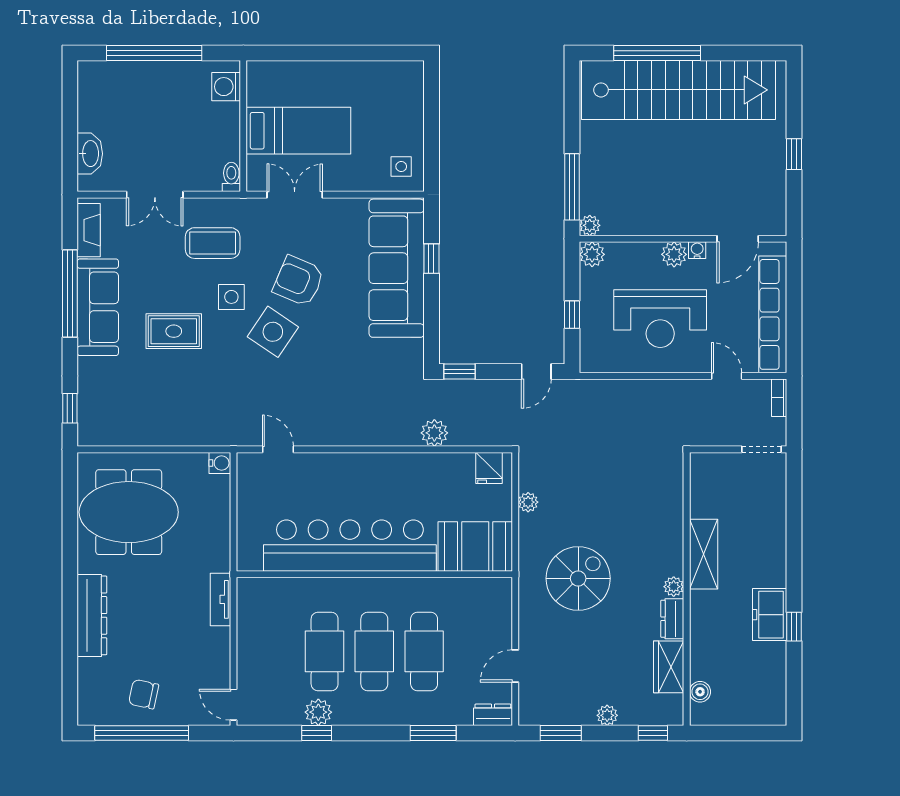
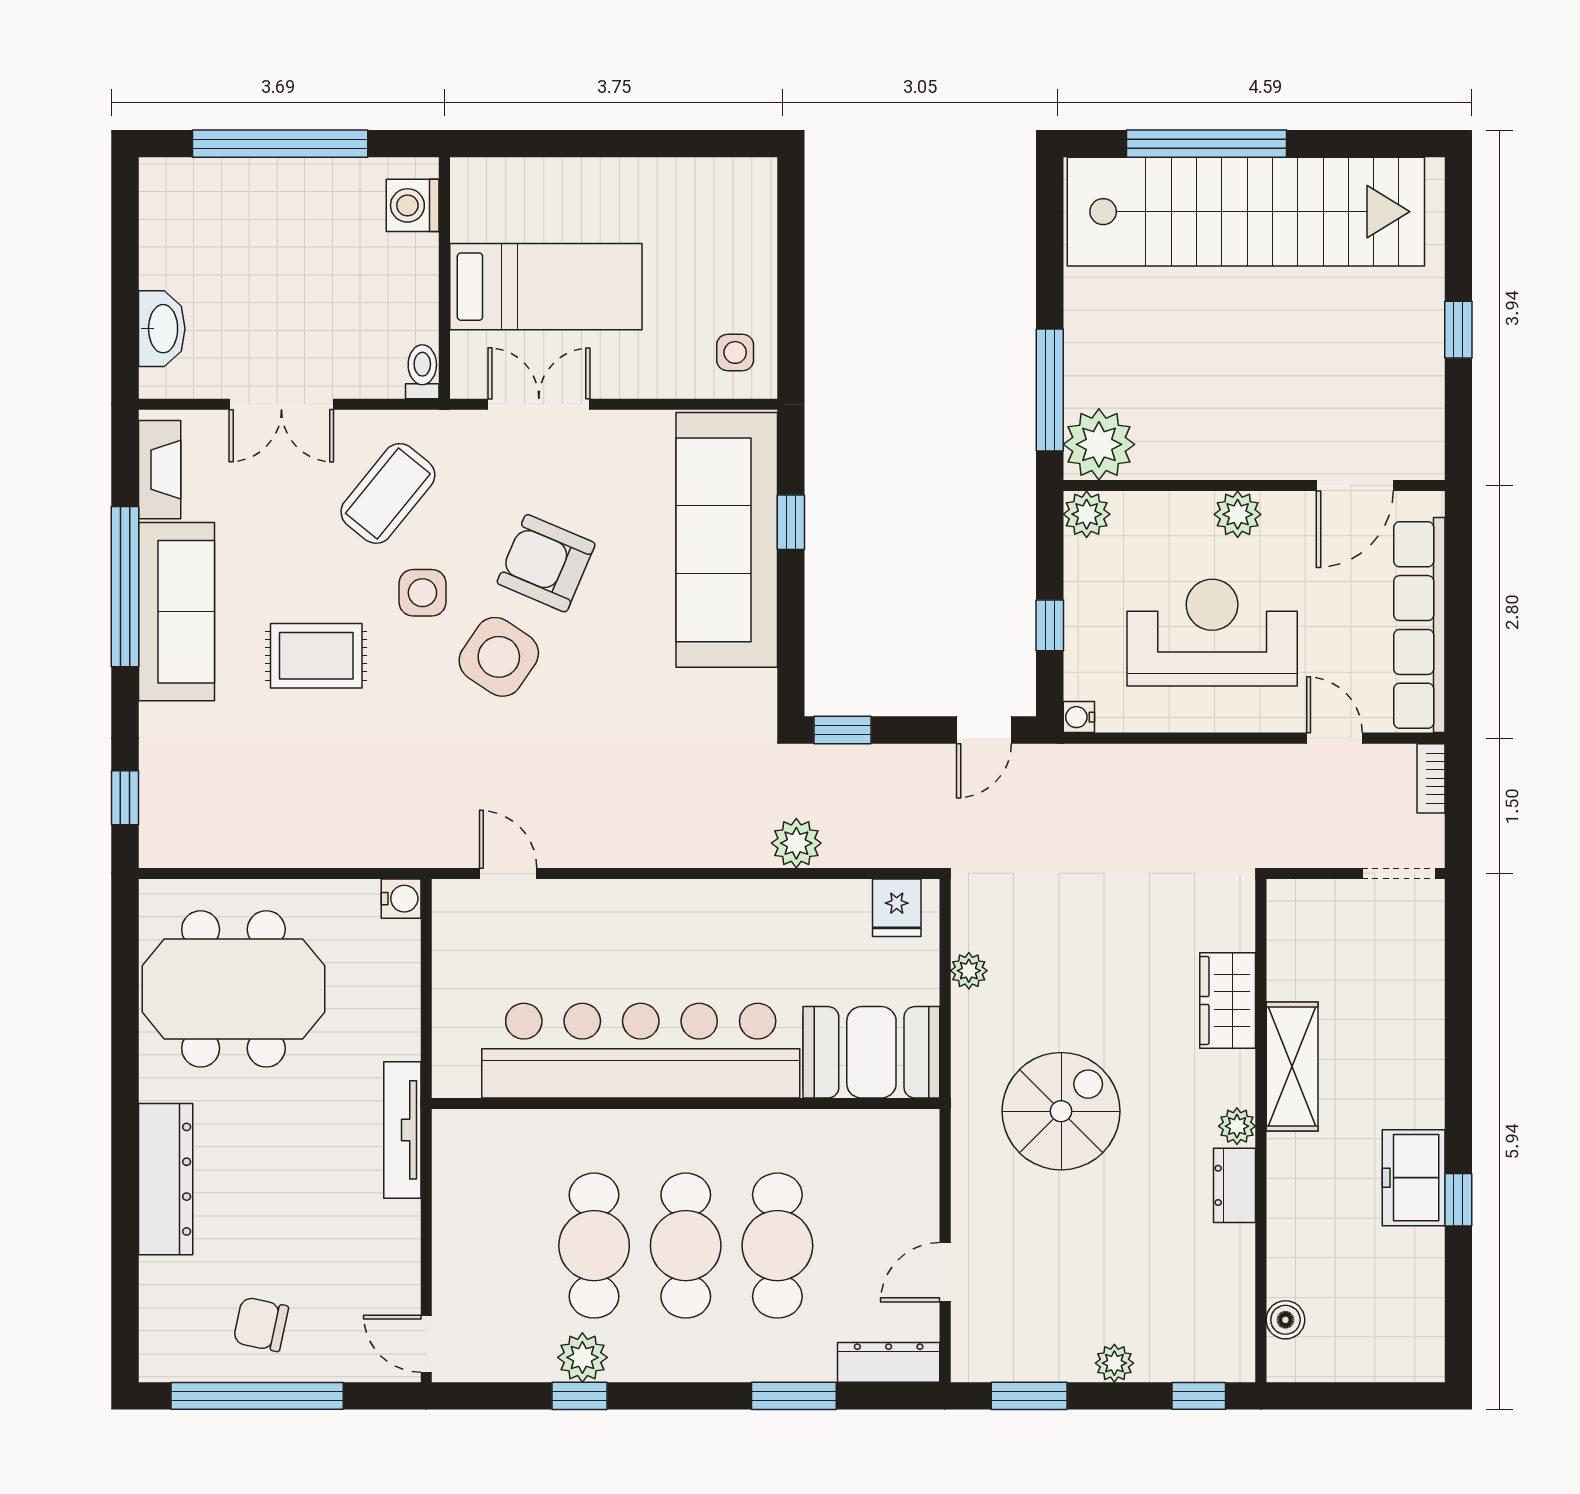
plant: (590, 225) -> (1099, 444), width x1.88, depth x1.88
coffee table: (213, 243) -> (388, 493), turned -51
water cooler: (697, 250) -> (1079, 717), moved, turned -90
reception desk: (660, 319) -> (1212, 633), turned 180
tv unit: (220, 599) -> (402, 1130), width x1.41
wardrobe: (669, 667) -> (1228, 1000), moved
dresser: (493, 715) -> (889, 1362), width x1.44

